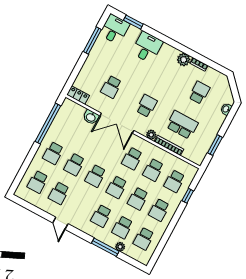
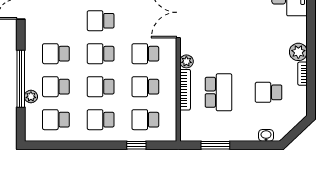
school desk: (199, 93) -> (269, 92), turned 180
school desk: (147, 106) -> (218, 37), removed
window: (105, 247) -> (21, 79), width x1.46

